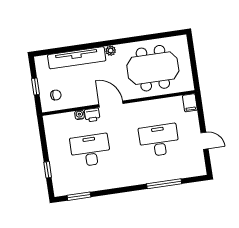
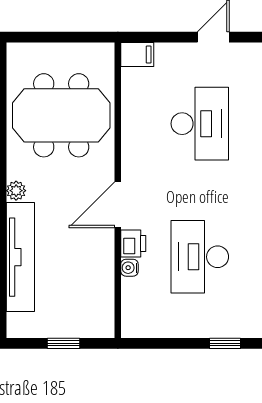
meeting table: (153, 68) -> (61, 115), turned 90
chair: (56, 95) -> (85, 307), removed
desk: (159, 140) -> (200, 124), turned 180

